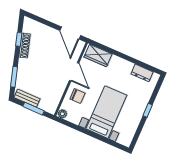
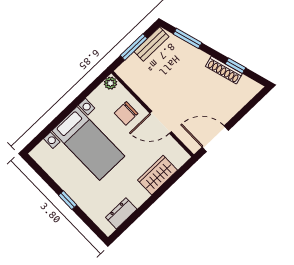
wardrobe: (98, 56) -> (157, 175), moved

